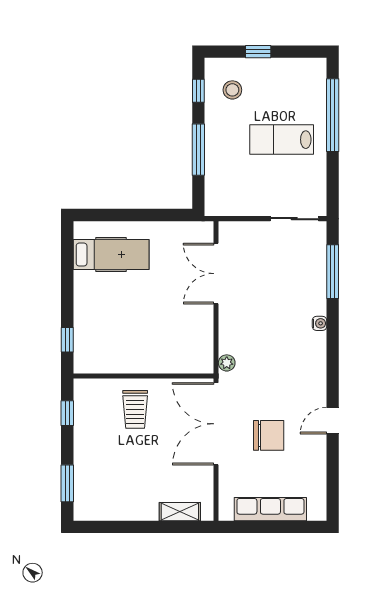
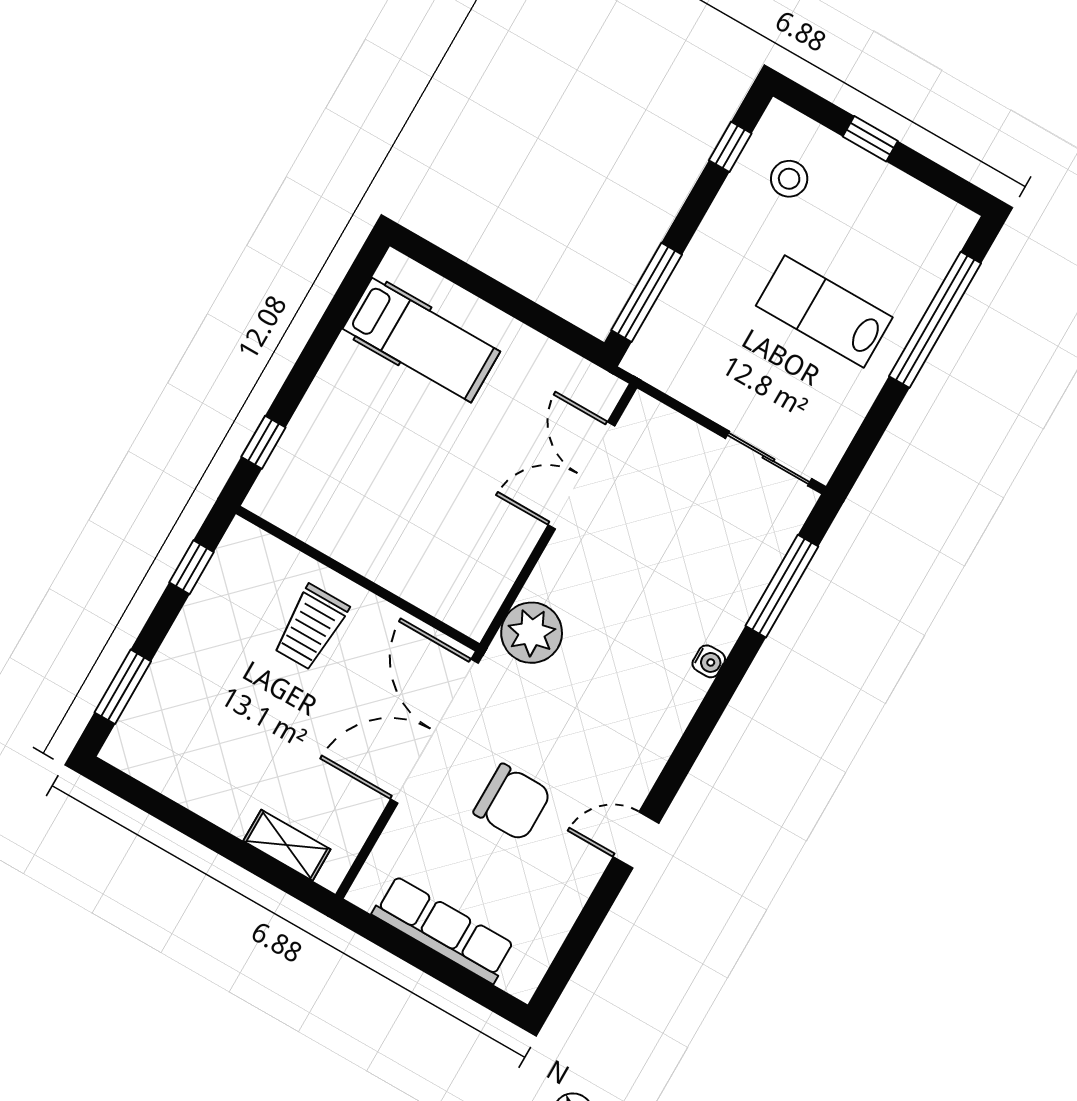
window: (198, 150) -> (647, 292), moved
plant: (227, 363) -> (532, 633), width x1.87, depth x1.87

